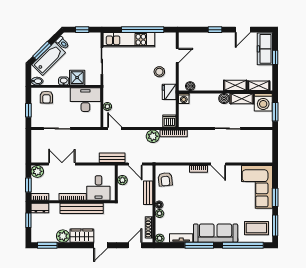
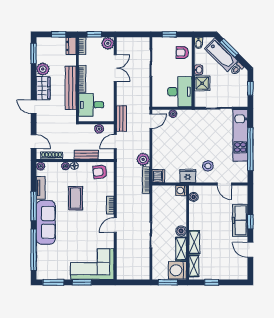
freezer: (265, 49) -> (240, 220), moved, turned -90
window: (275, 57) -> (212, 282), moved
coffee table: (256, 228) -> (76, 198), moved

